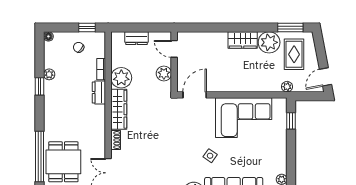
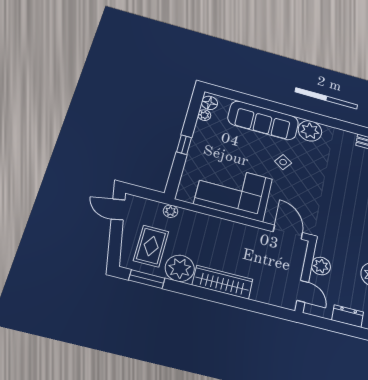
wardrobe: (243, 40) -> (223, 282), width x1.50
door: (326, 77) -> (118, 209), swing flipped
door: (195, 95) -> (288, 232), swing flipped
window: (291, 121) -> (184, 145), moved

